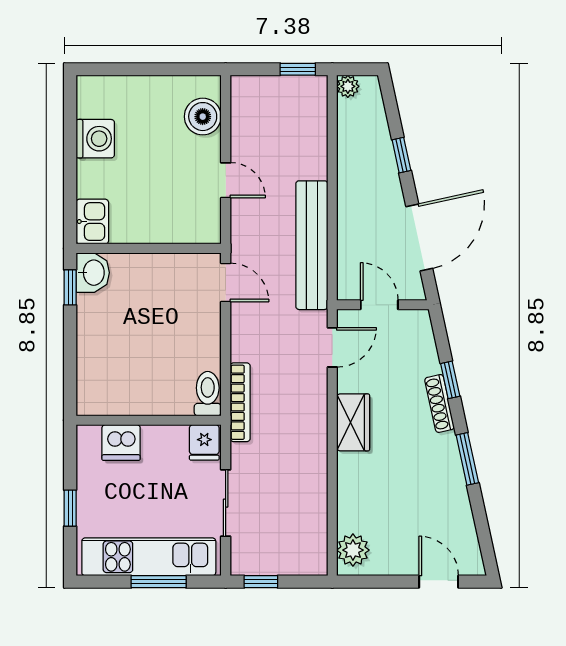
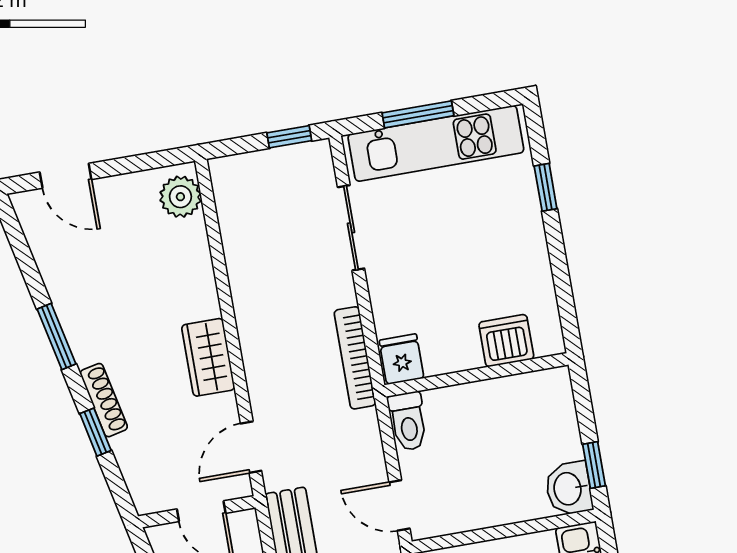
toilet: (208, 394) -> (408, 421), moved
wall: (149, 420) -> (476, 375), moved
fridge: (204, 442) -> (402, 359), moved
dishwasher: (121, 443) -> (506, 341), moved

